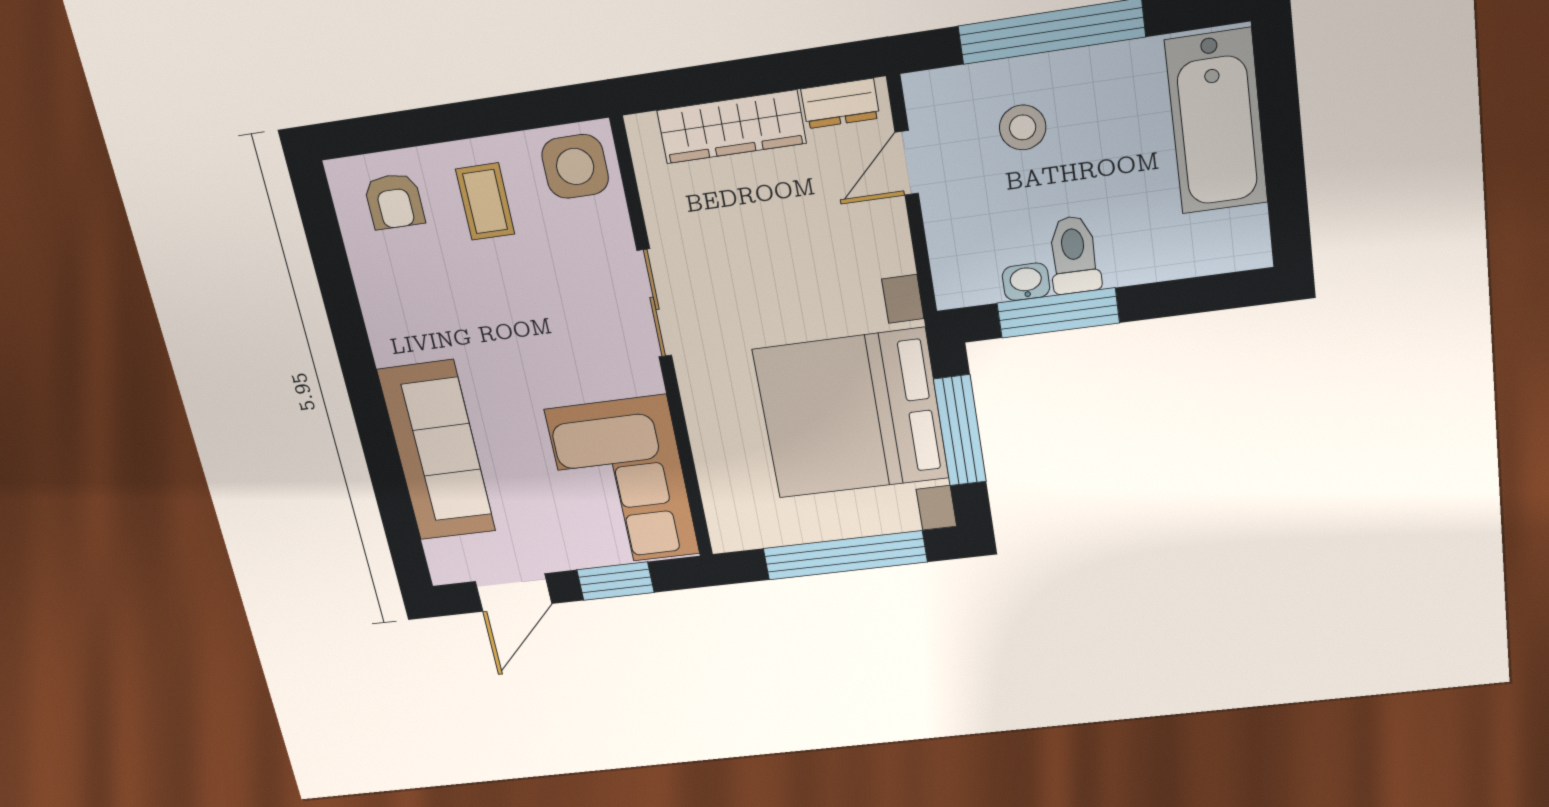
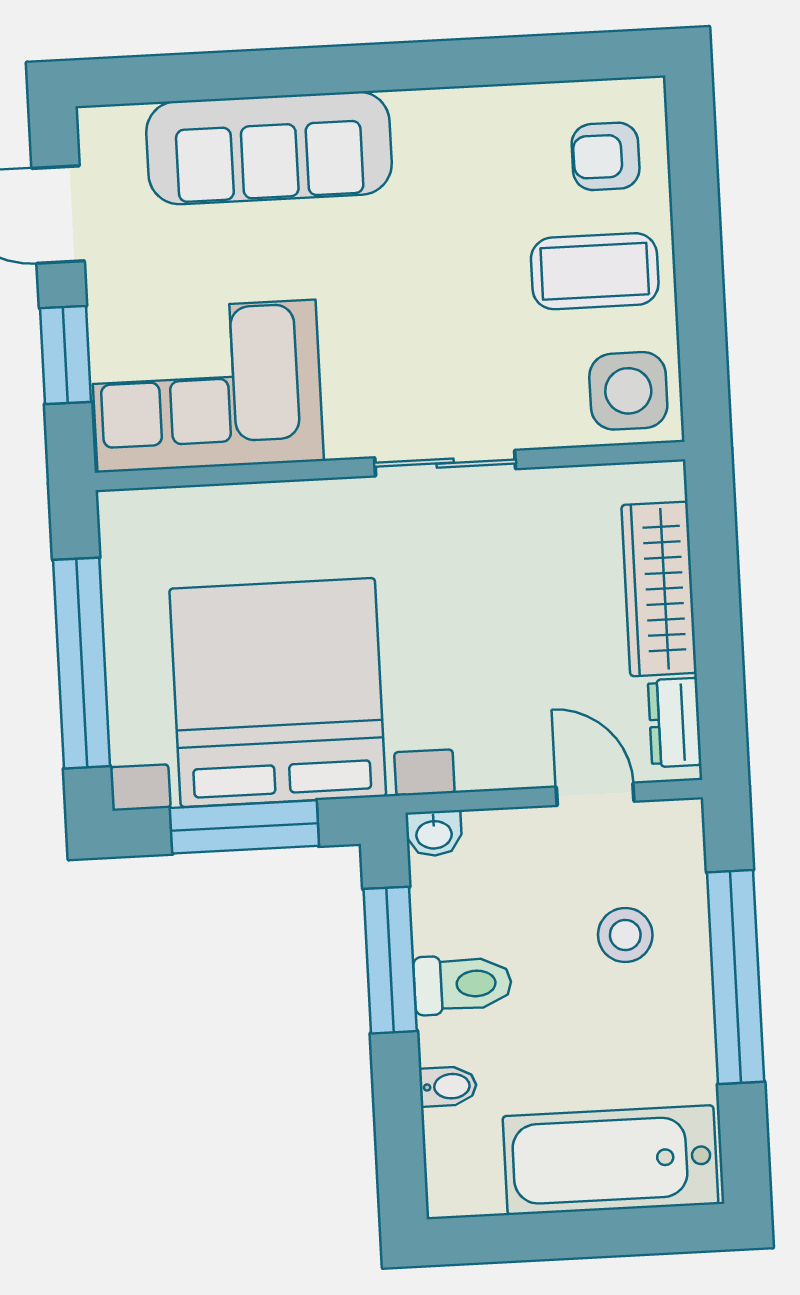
coffee table: (485, 202) -> (595, 271), width x1.36, depth x1.30
bidet: (1160, 259) -> (448, 1086), added
washbasin: (1026, 282) -> (434, 833), moved, turned 90

